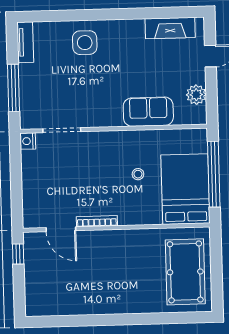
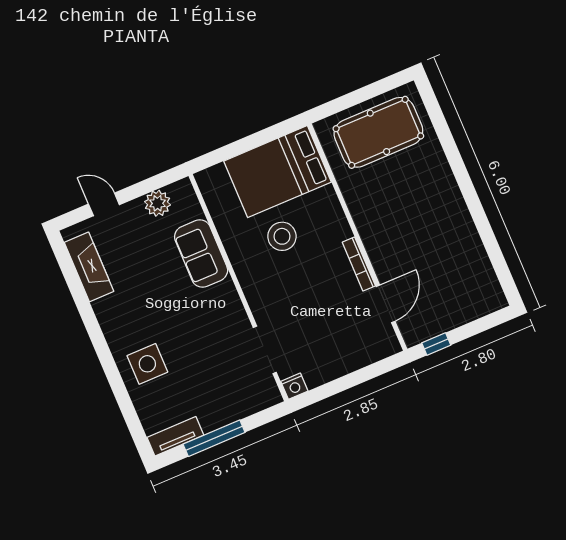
window: (14, 88) -> (214, 438), moved
stool: (138, 174) -> (282, 236), width x1.89, depth x1.89
window: (214, 174) -> (246, 144), removed

